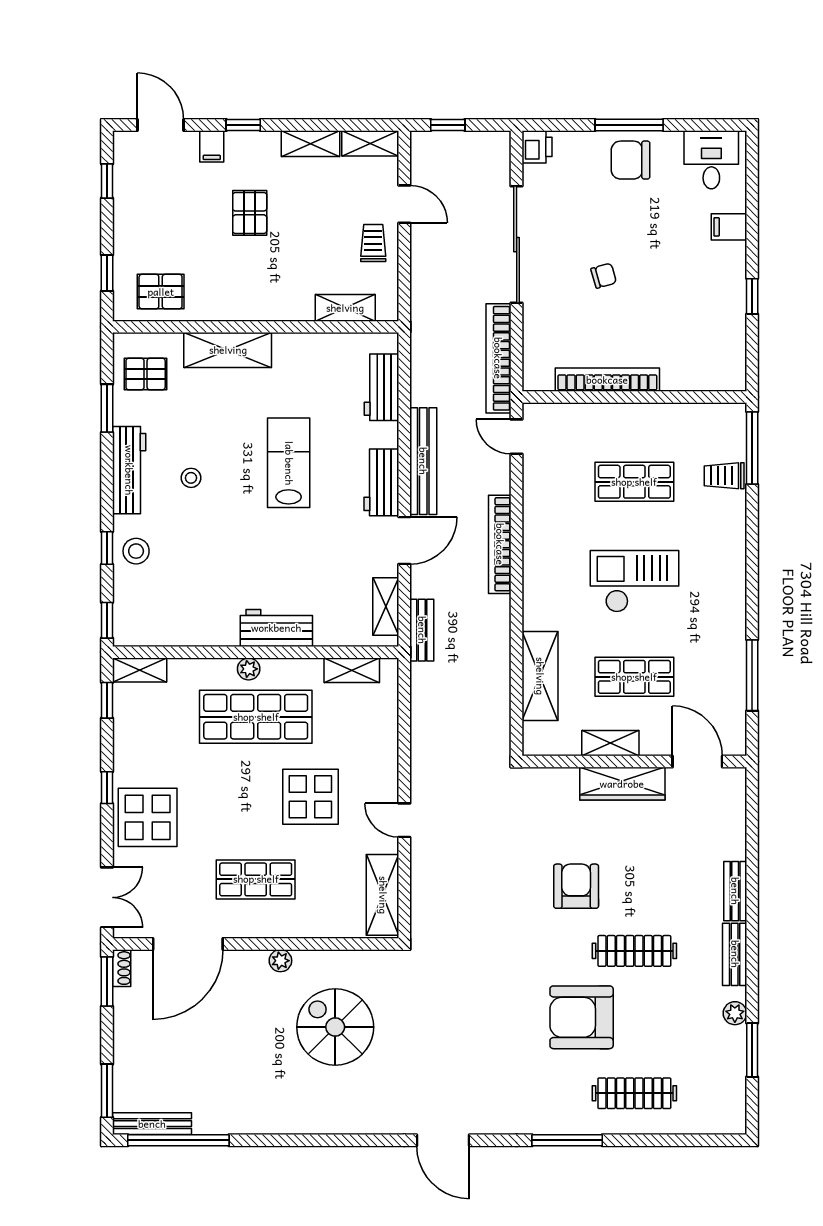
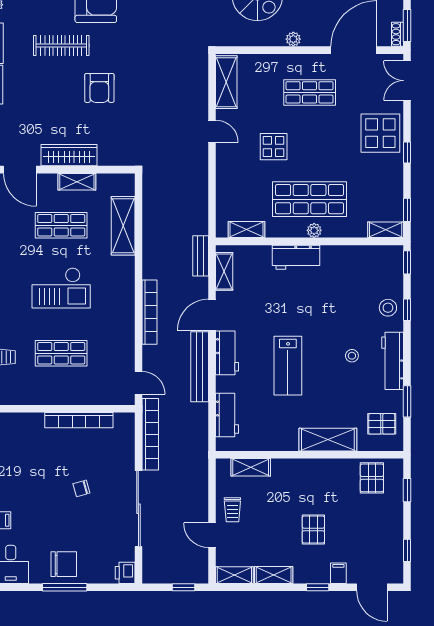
pallet: (161, 292) -> (372, 478), turned 90
display table: (310, 797) -> (274, 147), width x0.73, depth x0.73

